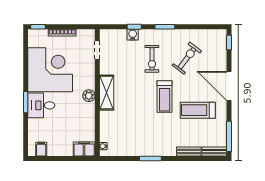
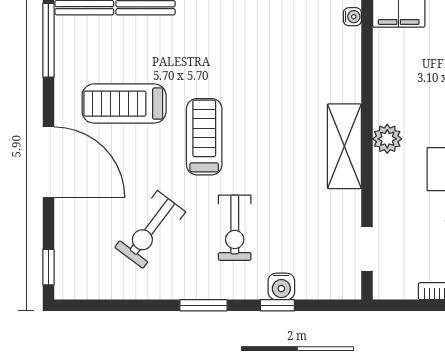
exercise bike: (152, 59) -> (235, 228), turned 180
treadmill: (198, 110) -> (124, 104), turned 180

